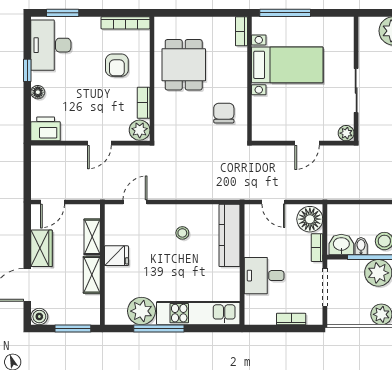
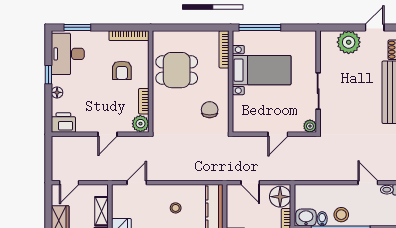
bookcase: (241, 31) -> (224, 49), width x1.56
dining table: (184, 65) -> (177, 70), turned 90

